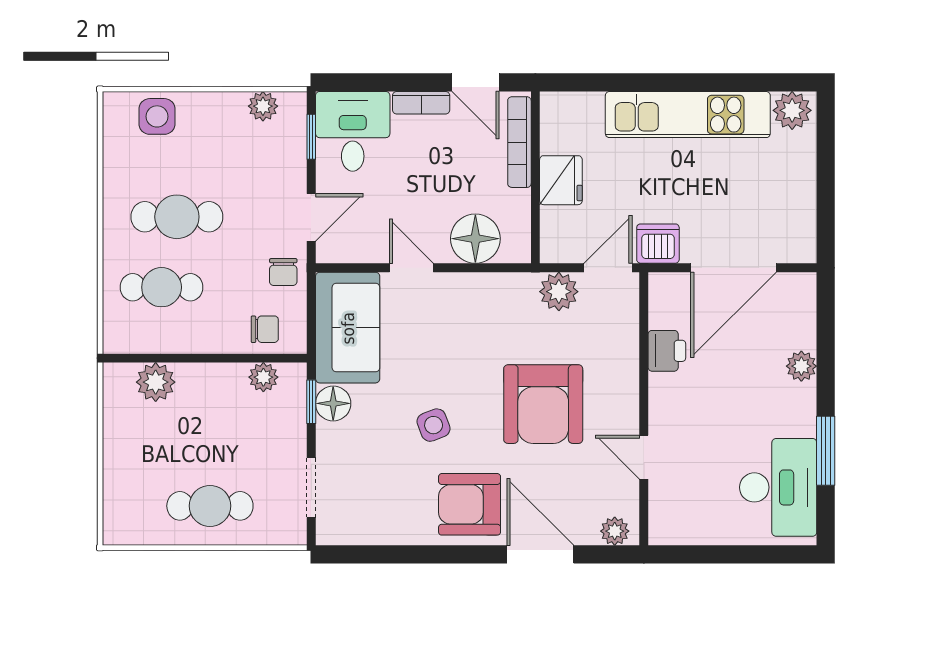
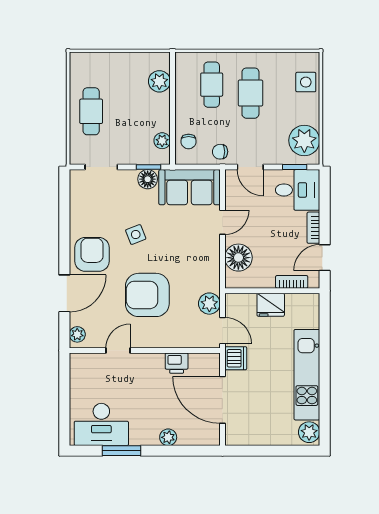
plant: (263, 106) -> (304, 140), width x1.88, depth x1.88
bookcase: (519, 142) -> (292, 282), width x0.64

